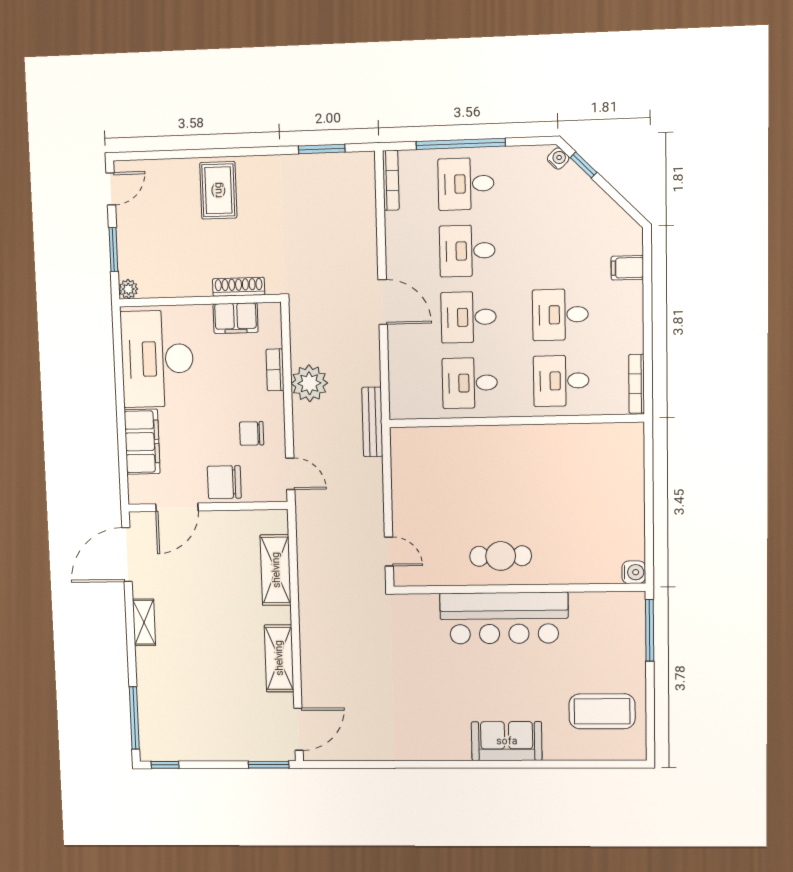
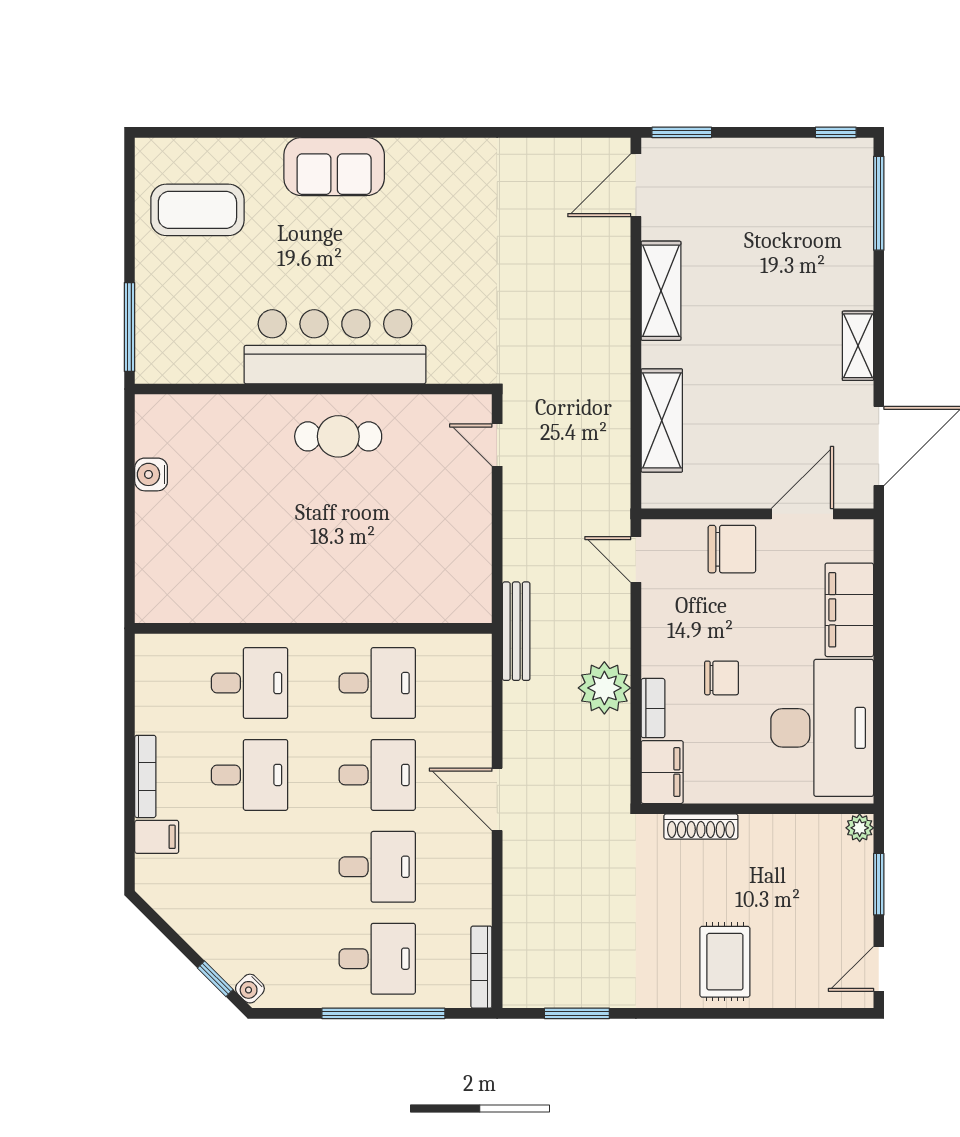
filing cabinet: (236, 318) -> (662, 772), moved, turned 90
bookcase: (637, 384) -> (145, 776), moved
chair: (252, 433) -> (722, 678), moved
water cooler: (634, 572) -> (151, 474), moved

